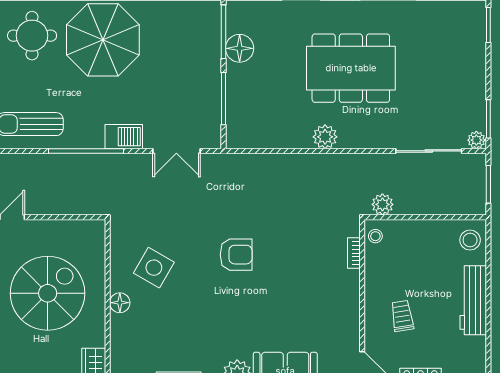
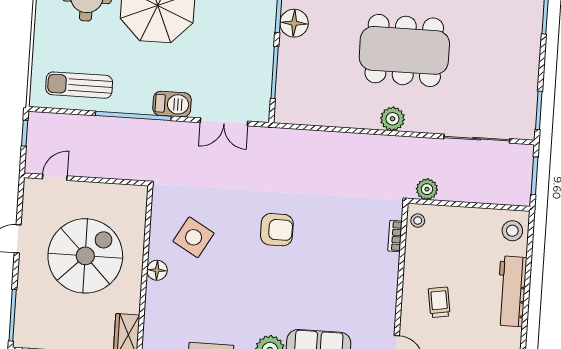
plant: (325, 137) -> (392, 119), moved
plant: (476, 140) -> (525, 131), removed

